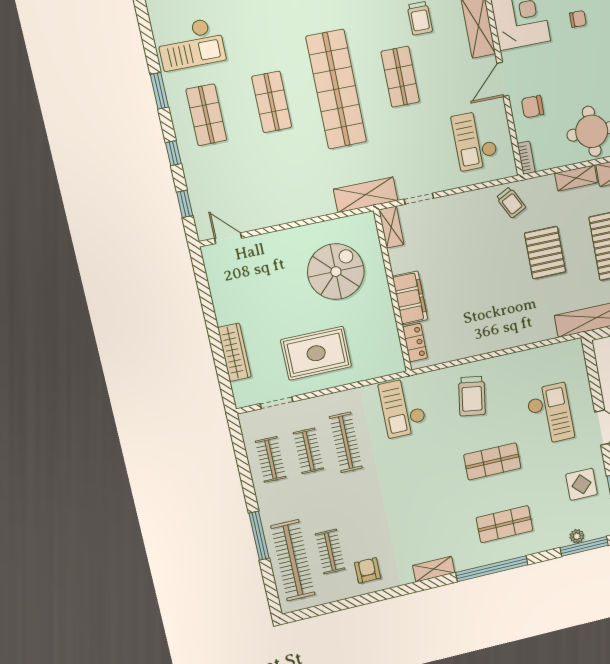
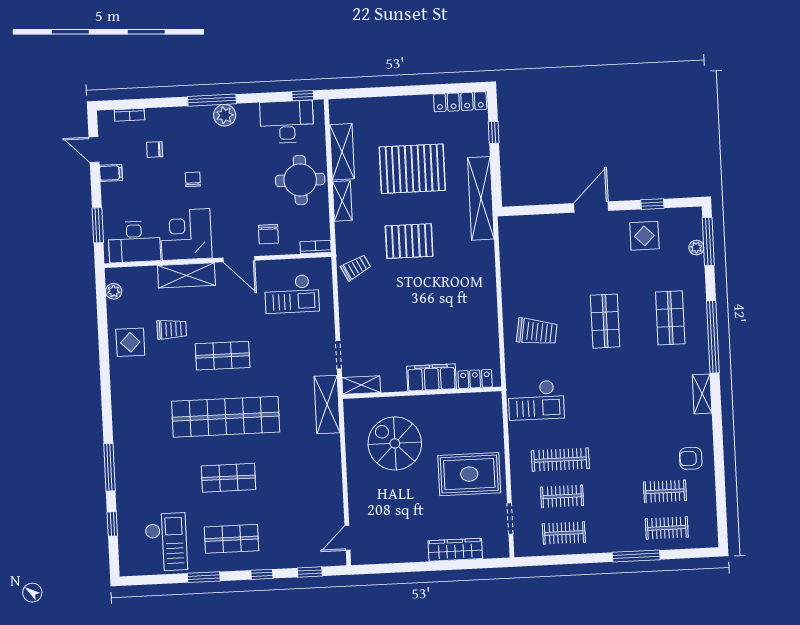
rug: (316, 353) -> (469, 474), turned 90
checkout: (550, 414) -> (568, 258), removed
clothes rail: (293, 560) -> (667, 528), width x0.54, depth x0.76

